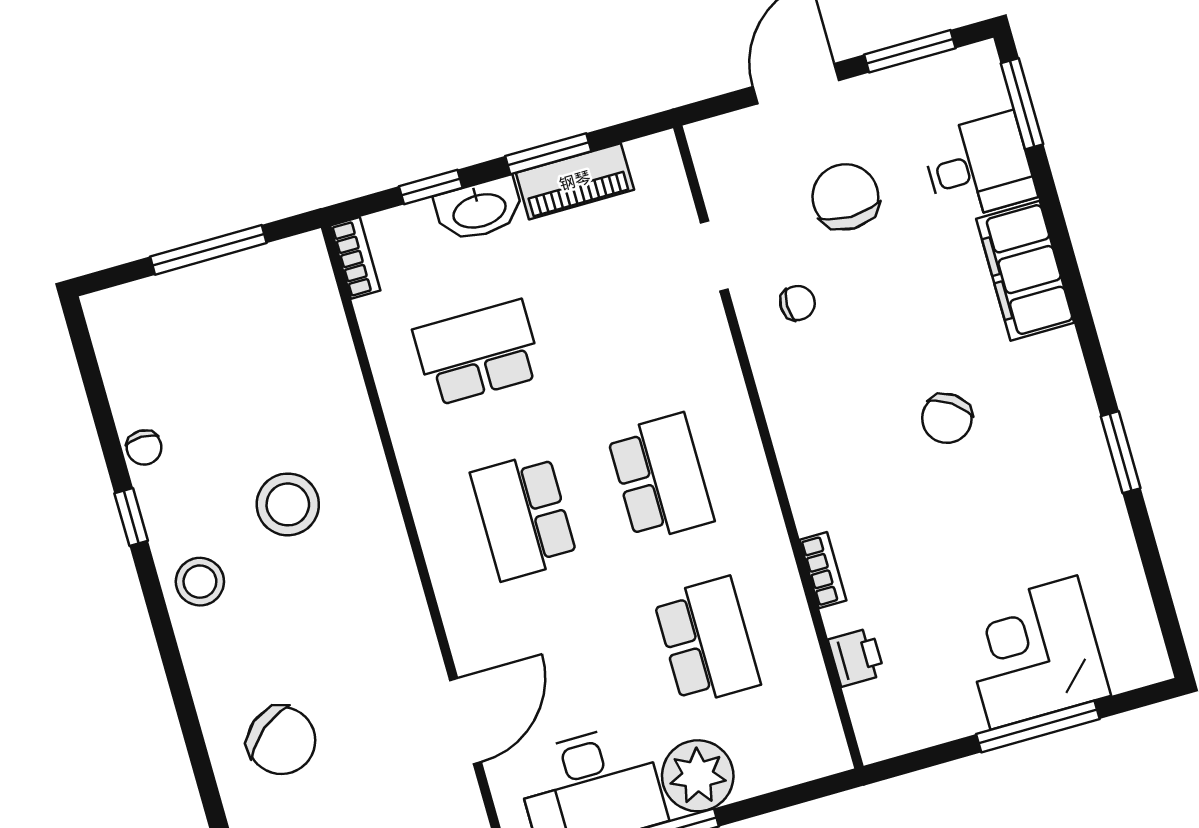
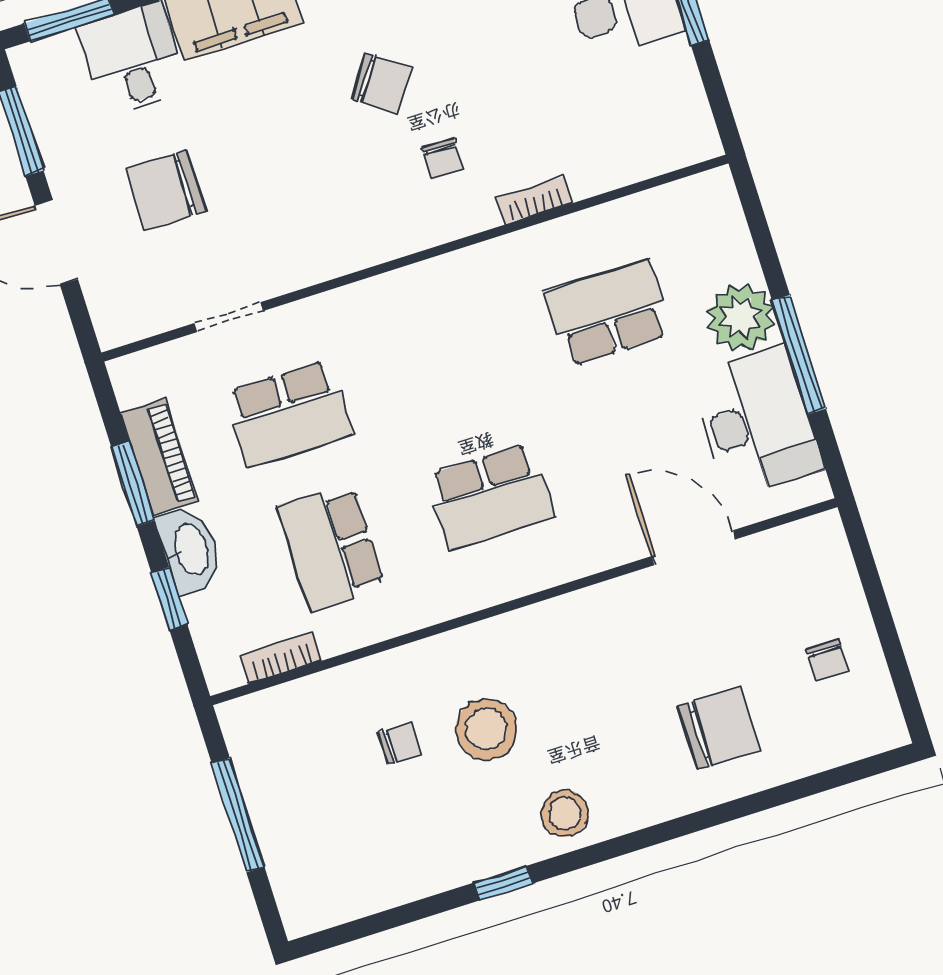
bookcase: (355, 258) -> (281, 658), moved
chair: (797, 303) -> (442, 159), moved, turned 180
chair: (144, 447) -> (400, 743), moved
school desk: (661, 478) -> (289, 414), moved, turned 180
printer: (856, 657) -> (619, 165), removed
chair: (281, 740) -> (719, 728), turned 39

